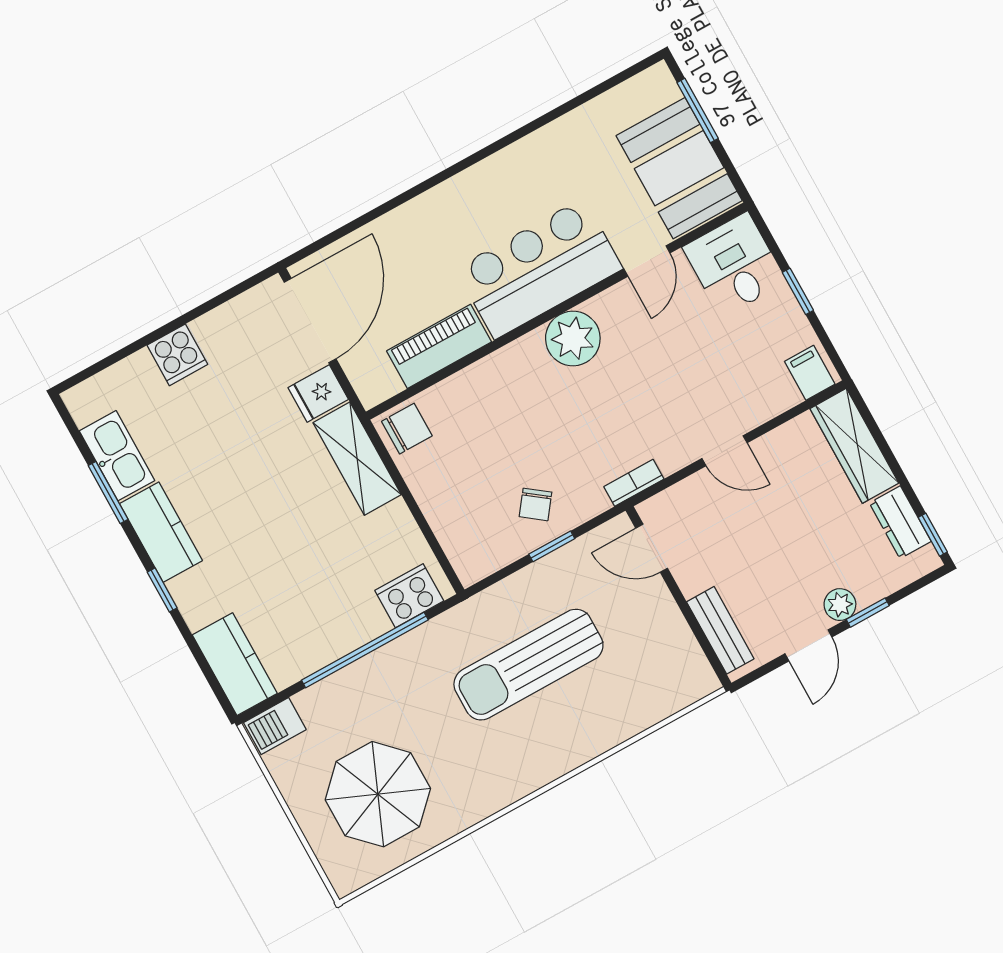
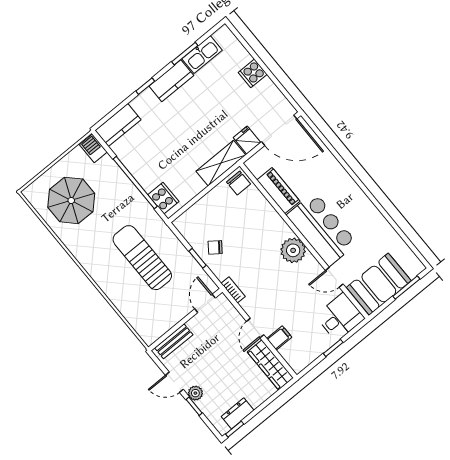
filing cabinet: (810, 373) -> (279, 338), moved
wardrobe: (854, 446) -> (270, 365), moved, turned -90

